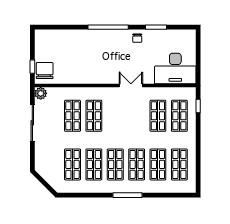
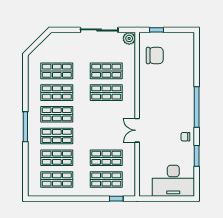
desk: (175, 68) -> (173, 181), moved, turned -90
chair: (45, 71) -> (155, 55), moved
double door: (131, 86) -> (137, 130), swing flipped

